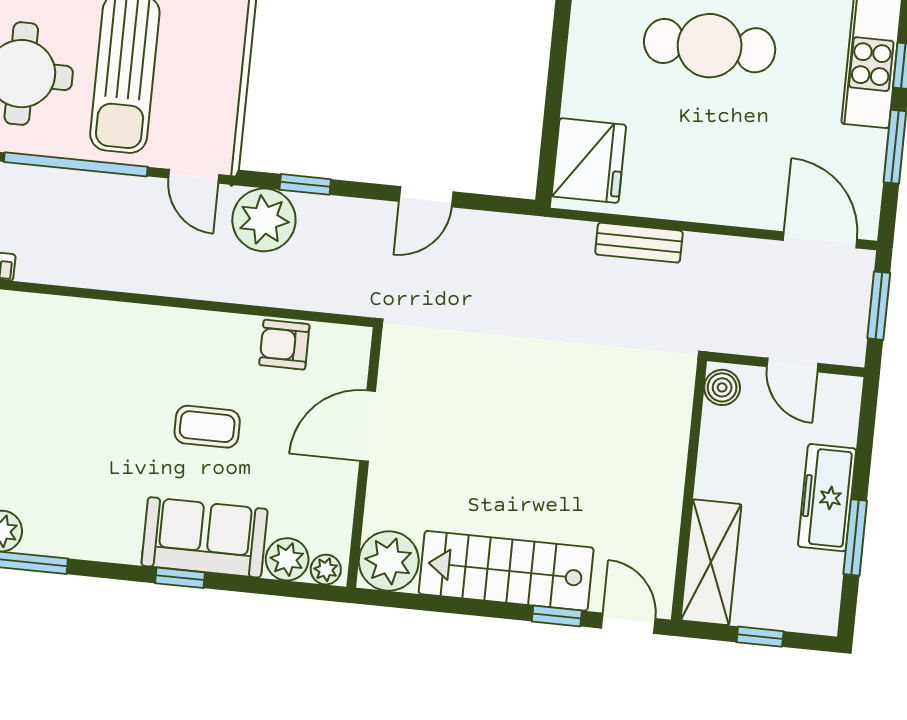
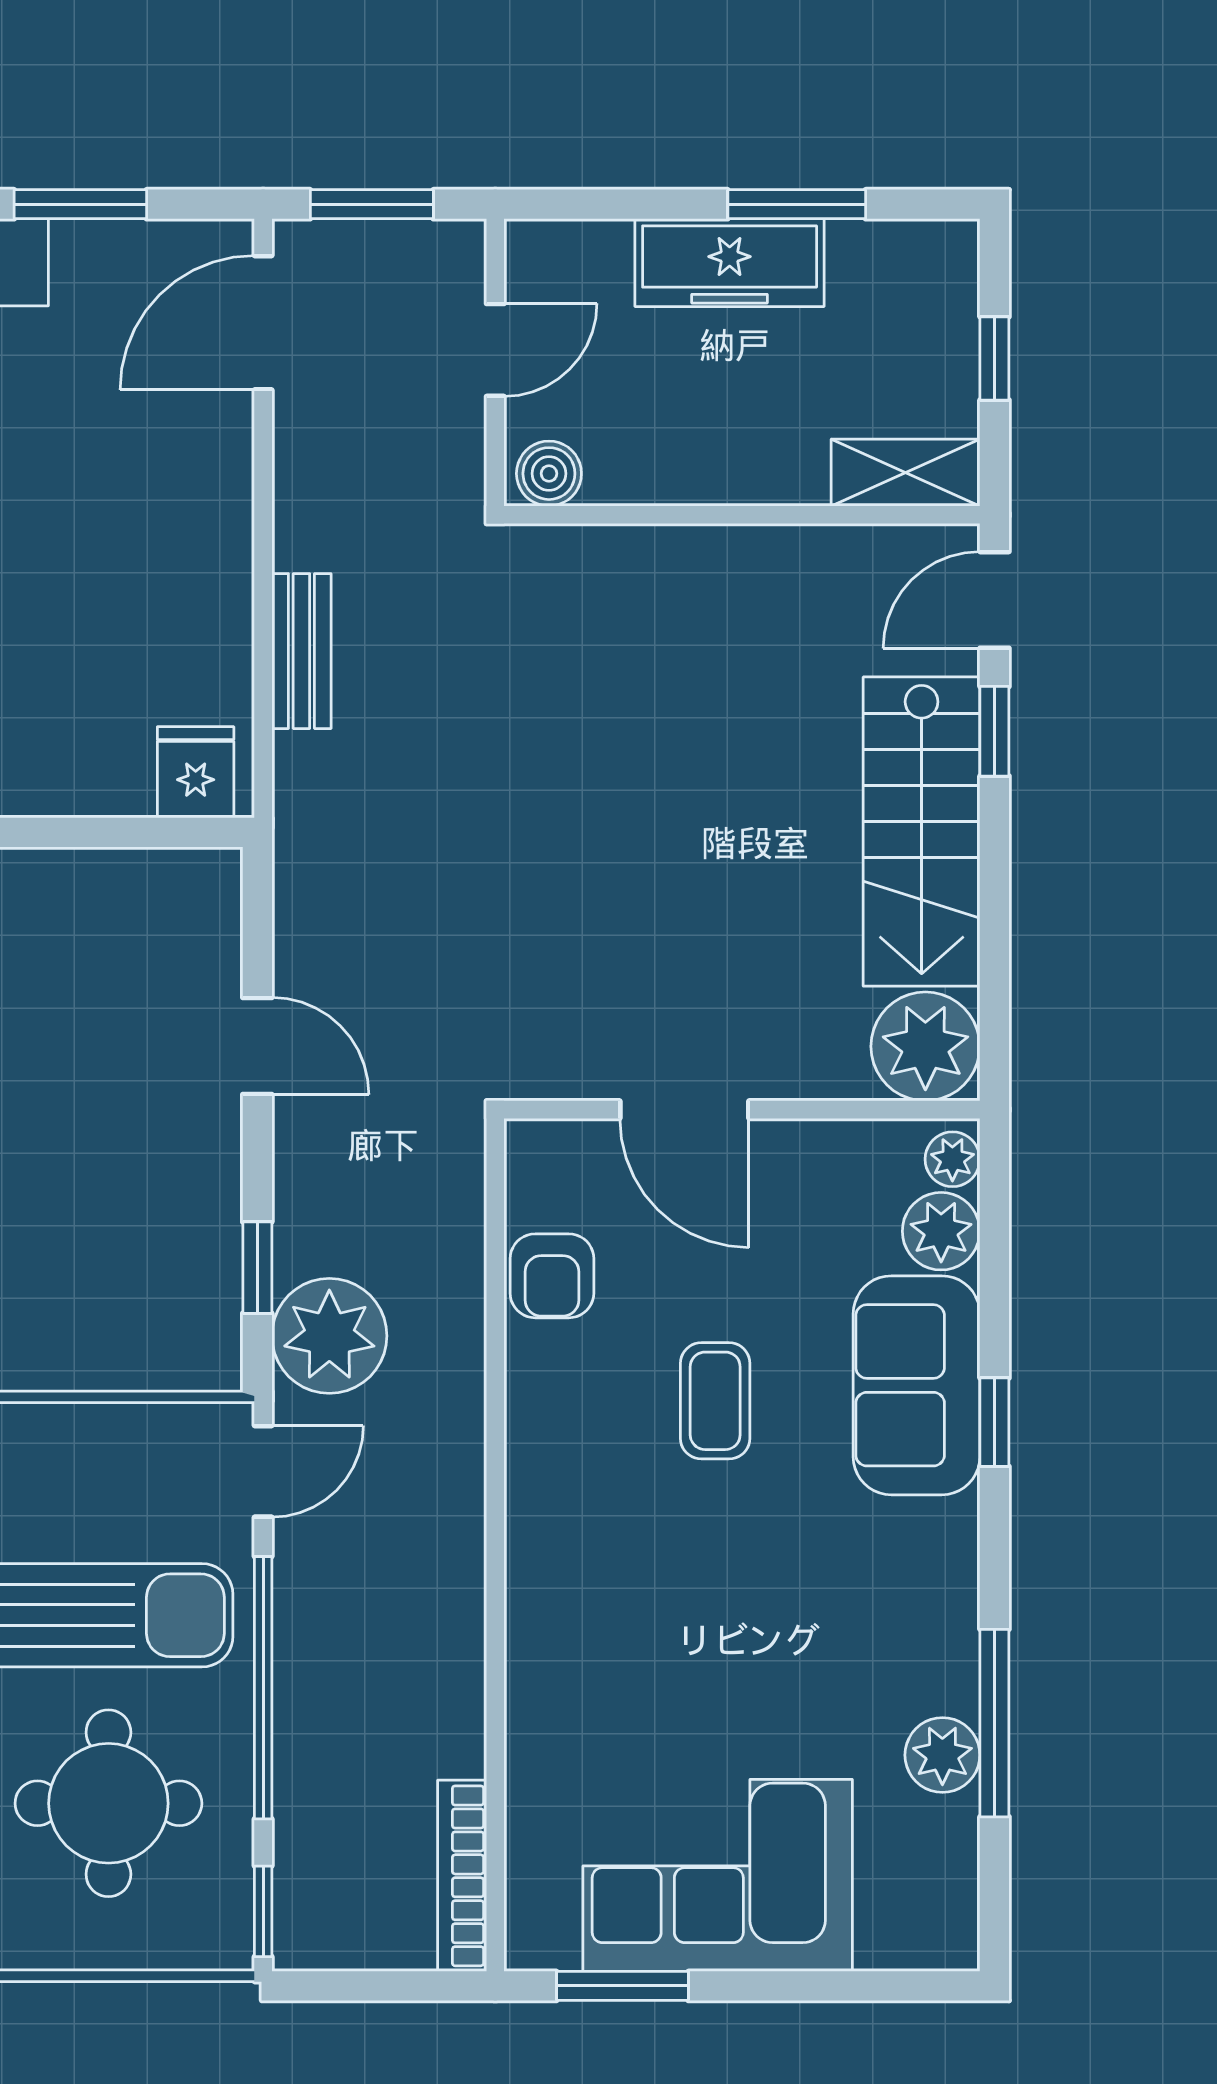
fridge: (589, 161) -> (196, 772), width x0.53, depth x0.75
shelving: (711, 562) -> (906, 473), width x0.67, depth x0.75

